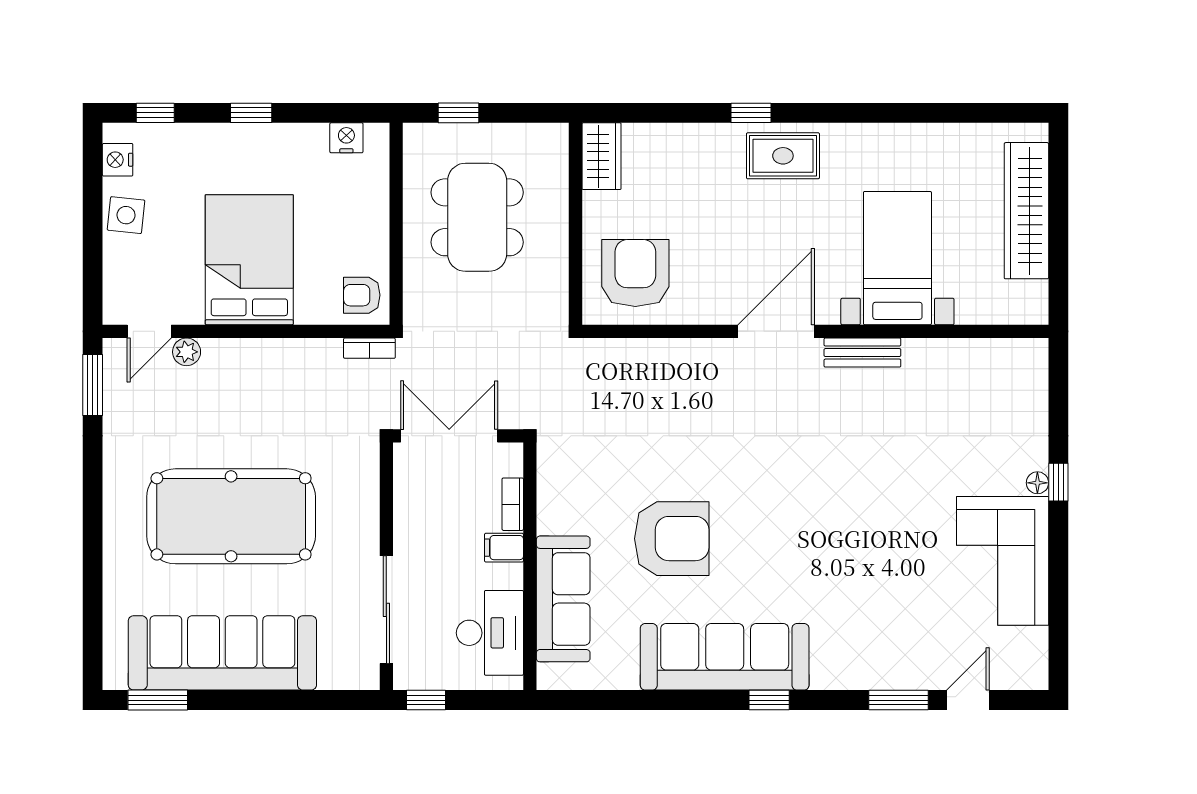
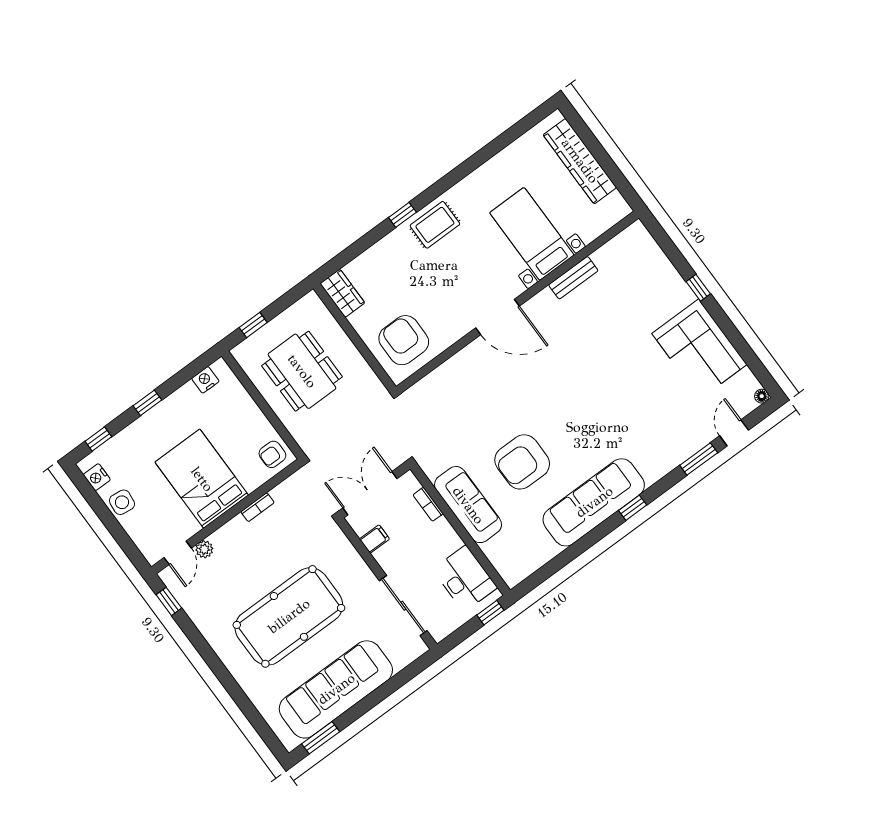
door: (776, 331) -> (497, 317), swing flipped
bookcase: (369, 348) -> (258, 507), moved
bench: (862, 353) -> (573, 278), moved
window: (93, 385) -> (169, 601), width x0.67
floor lamp: (1037, 483) -> (762, 396), moved
armchair: (672, 539) -> (522, 462), turned 180
filing cabinet: (504, 548) -> (374, 539), moved, turned 180
sofa: (563, 599) -> (468, 505), moved
window: (426, 700) -> (490, 613), moved

